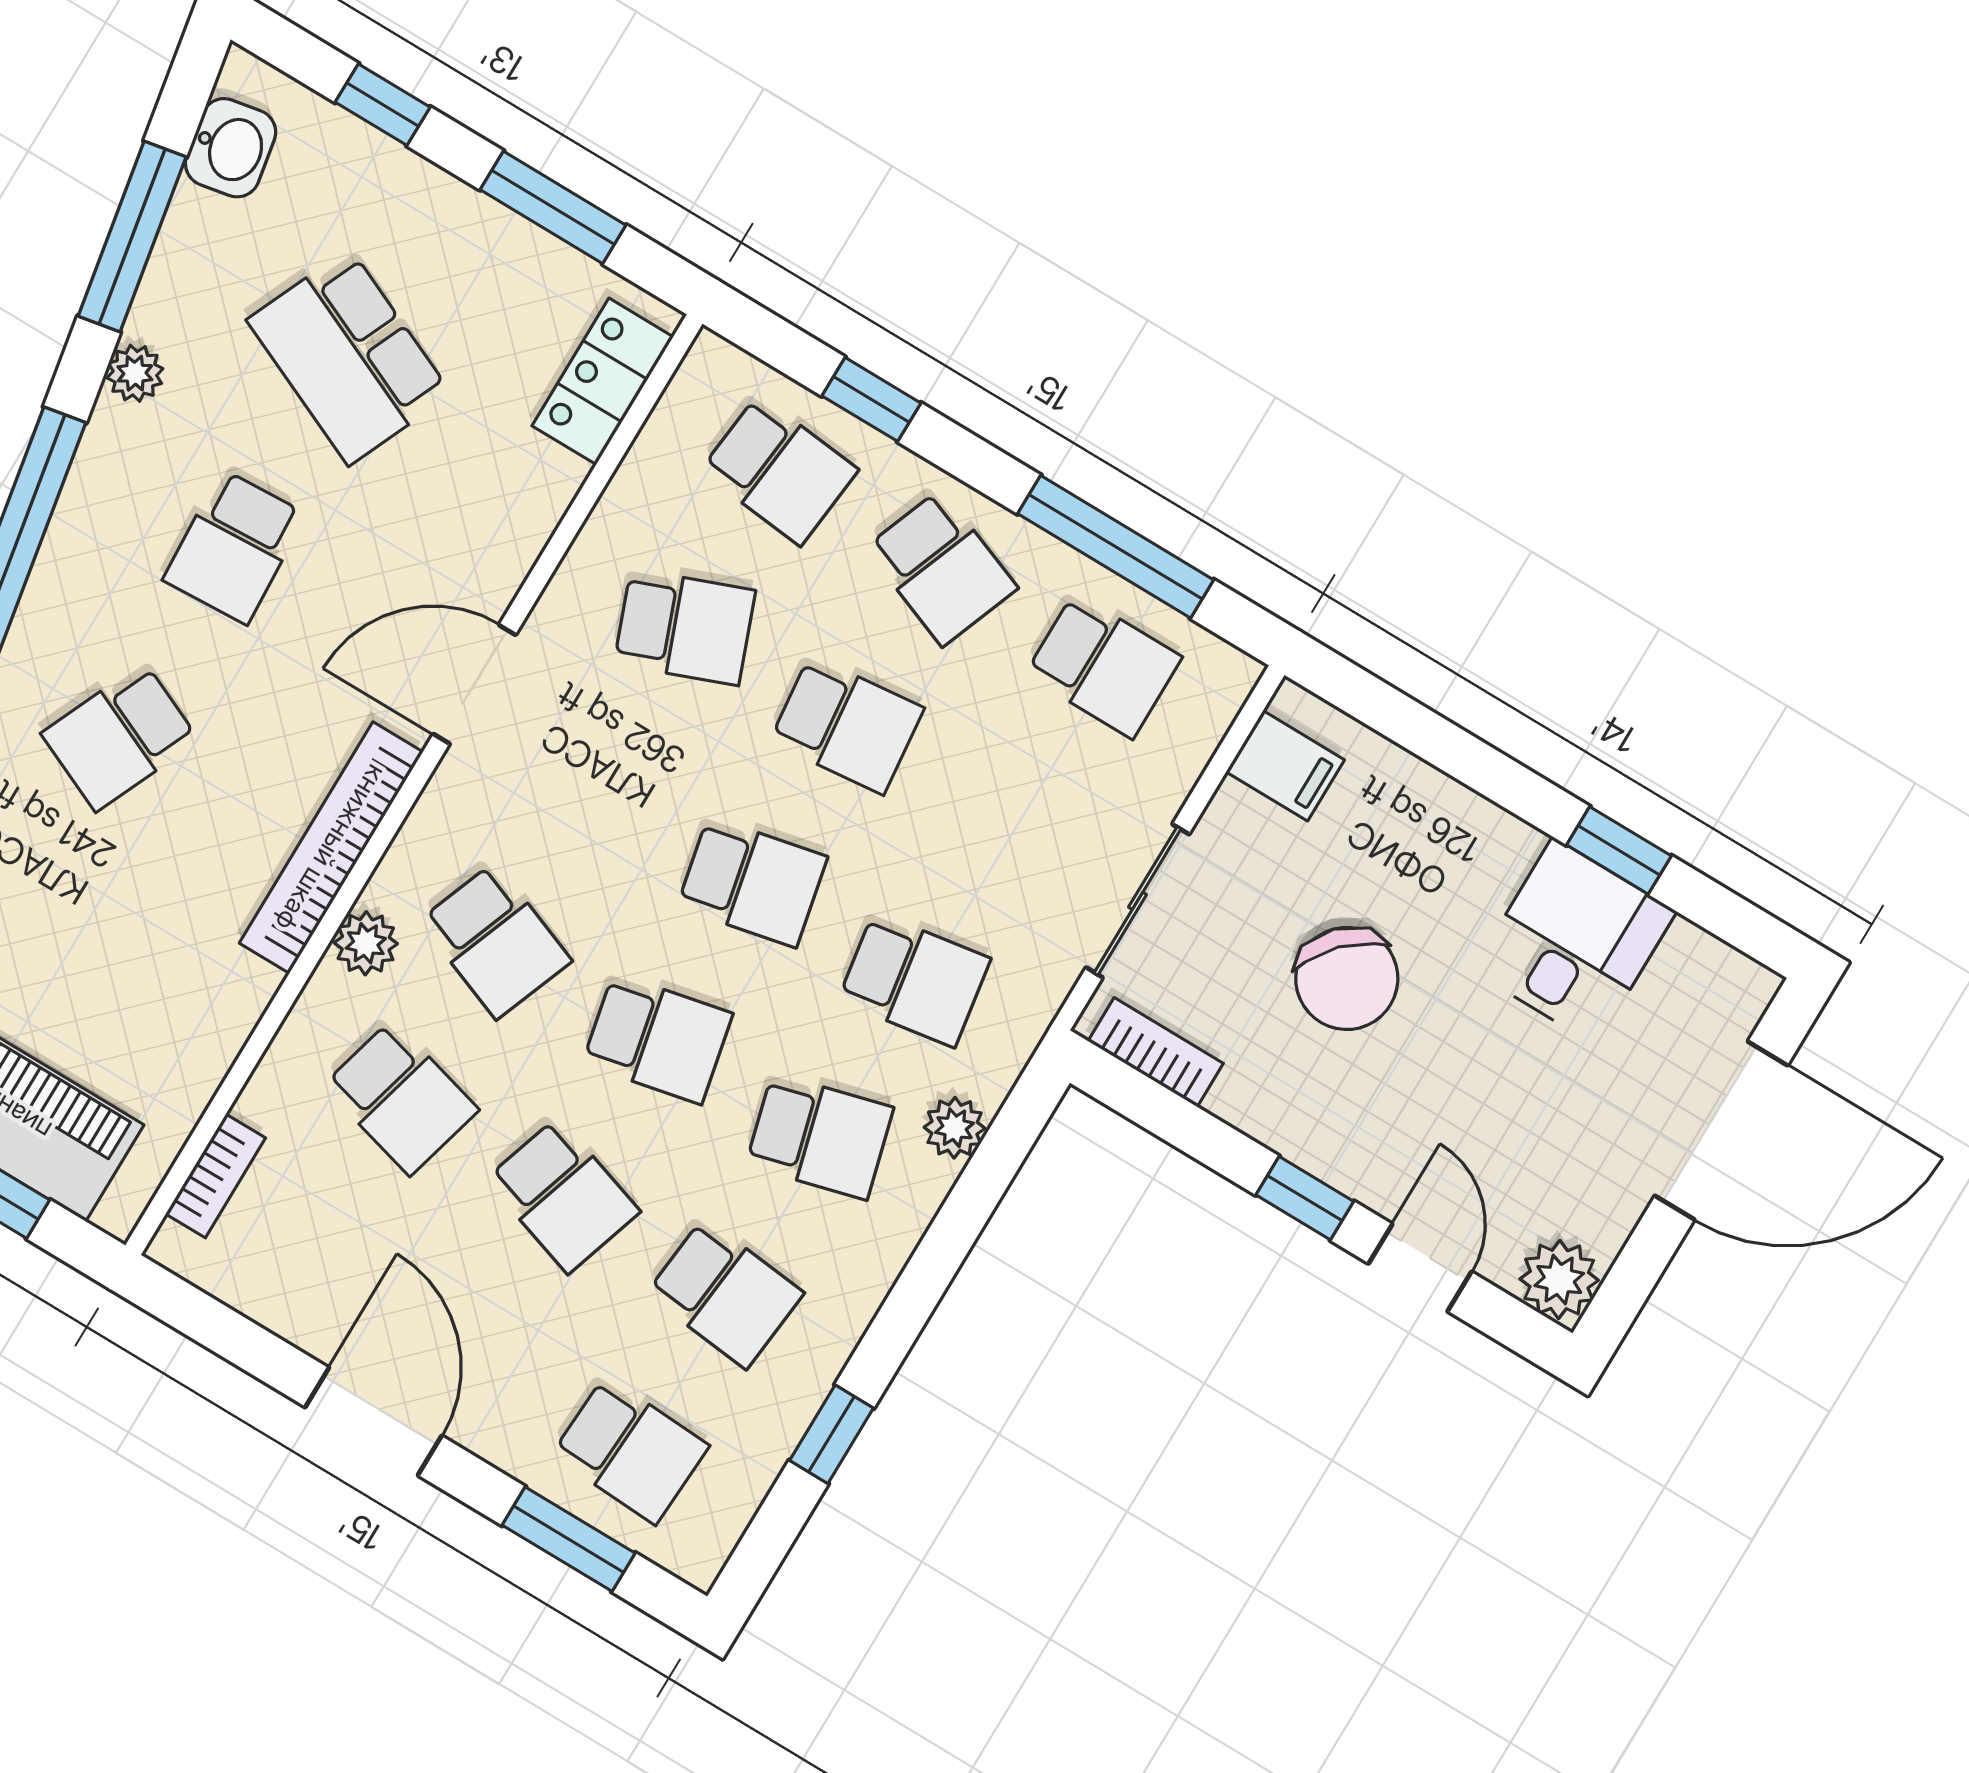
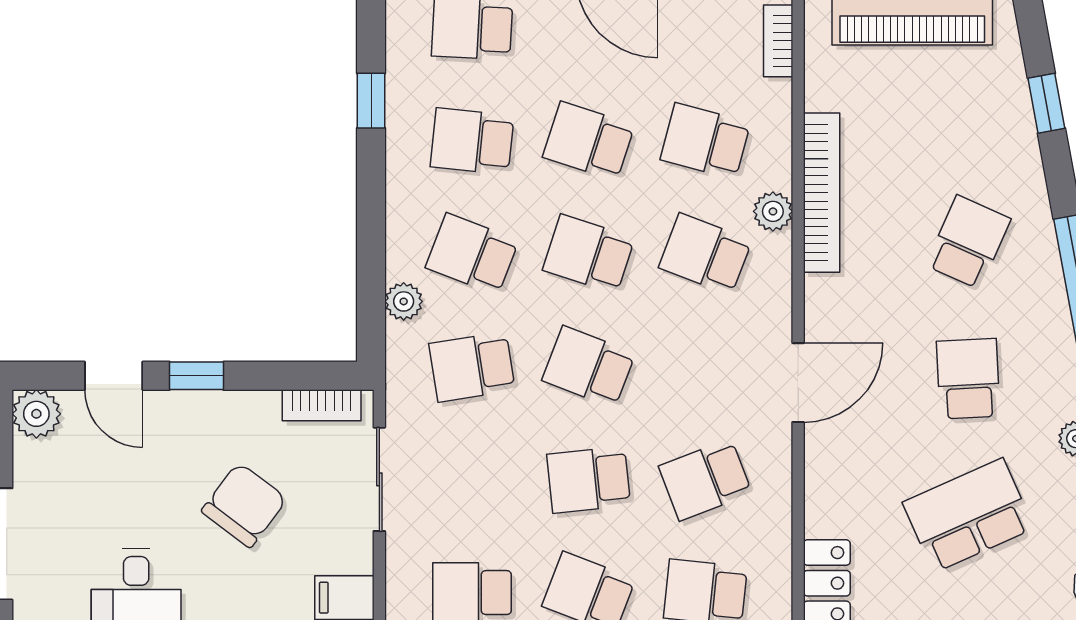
school desk: (349, 357) -> (968, 515), turned -48
bookcase: (331, 848) -> (822, 193), moved
school desk: (752, 882) -> (589, 367), turned 33
chair: (1347, 978) -> (244, 505), turned 83
school desk: (658, 1039) -> (589, 254), turned 30
school desk: (820, 1136) -> (472, 254), turned 36

